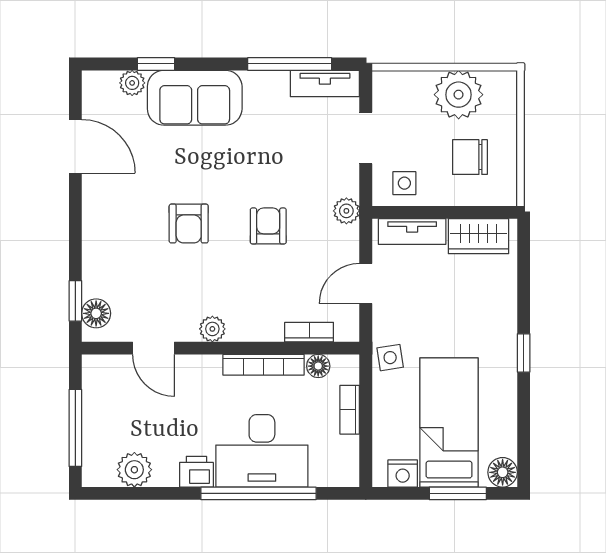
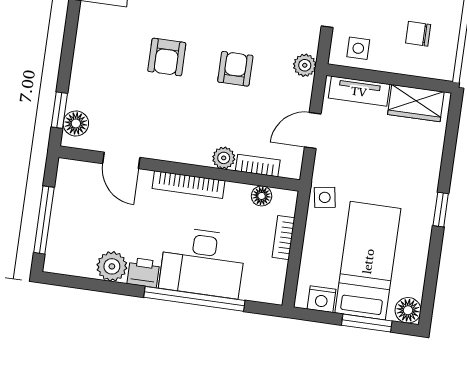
chair: (470, 157) -> (418, 34), width x0.73, depth x0.73
plant: (212, 329) -> (224, 158), moved
bookcase: (264, 365) -> (188, 185), moved
plant: (134, 470) -> (112, 266), moved

